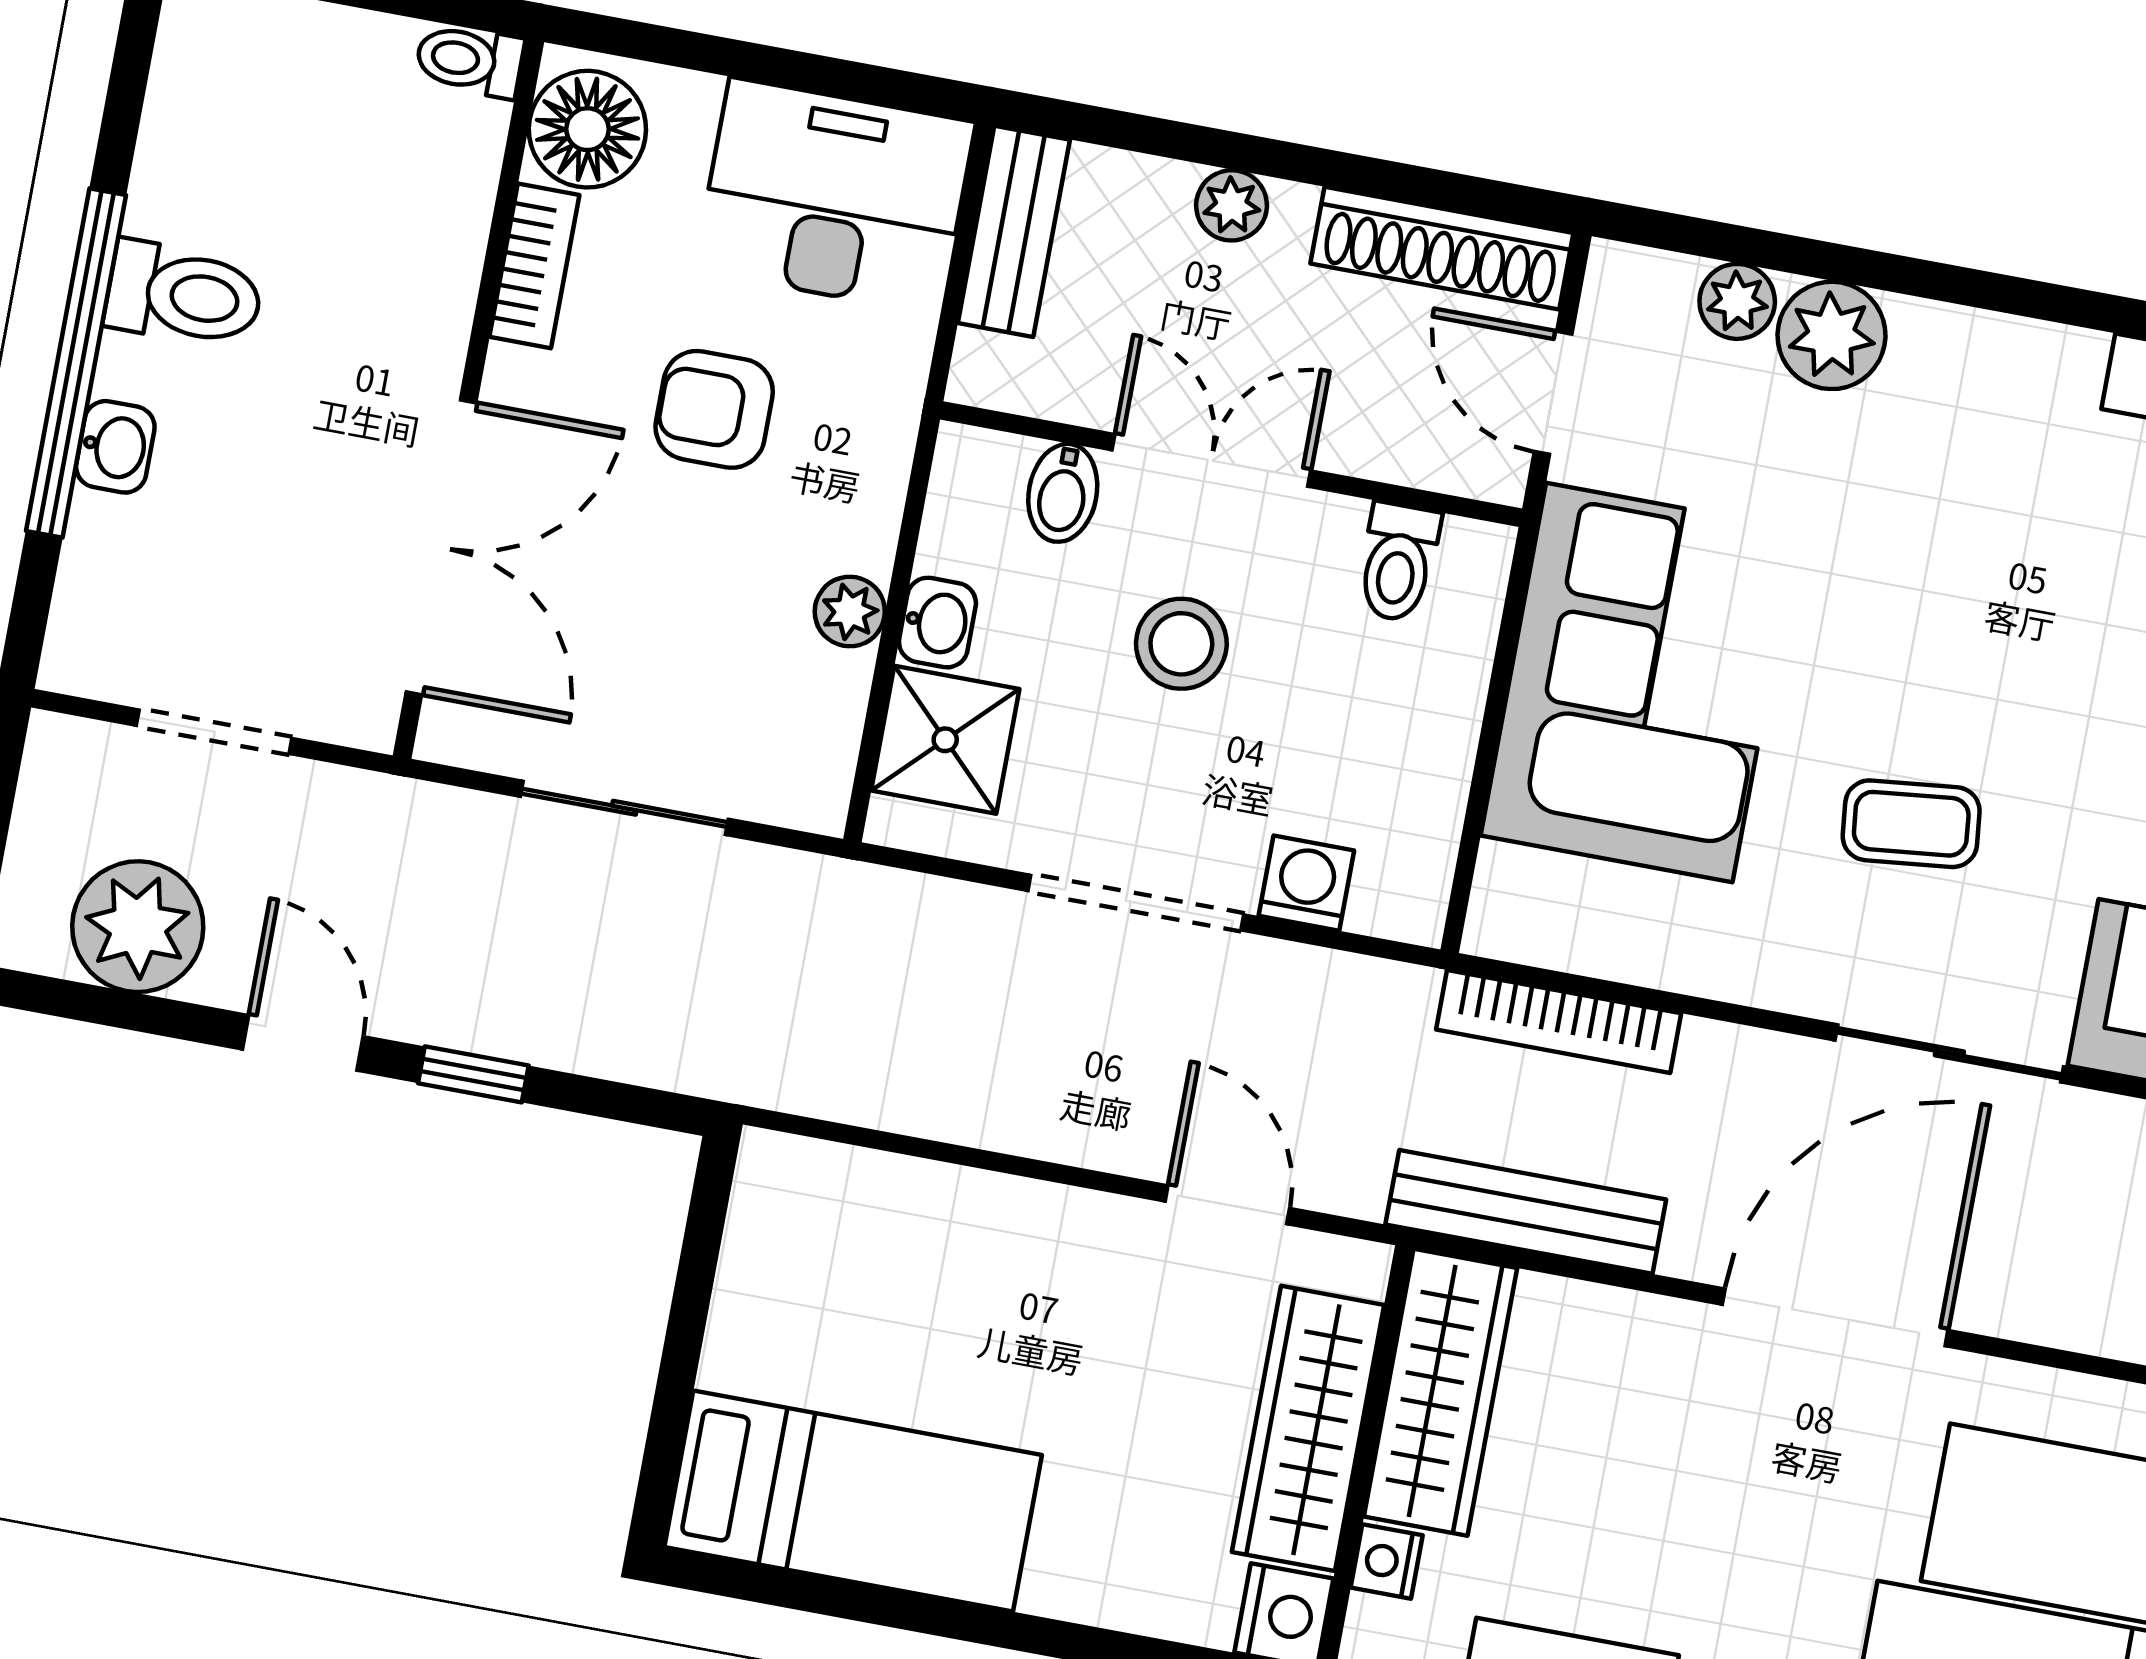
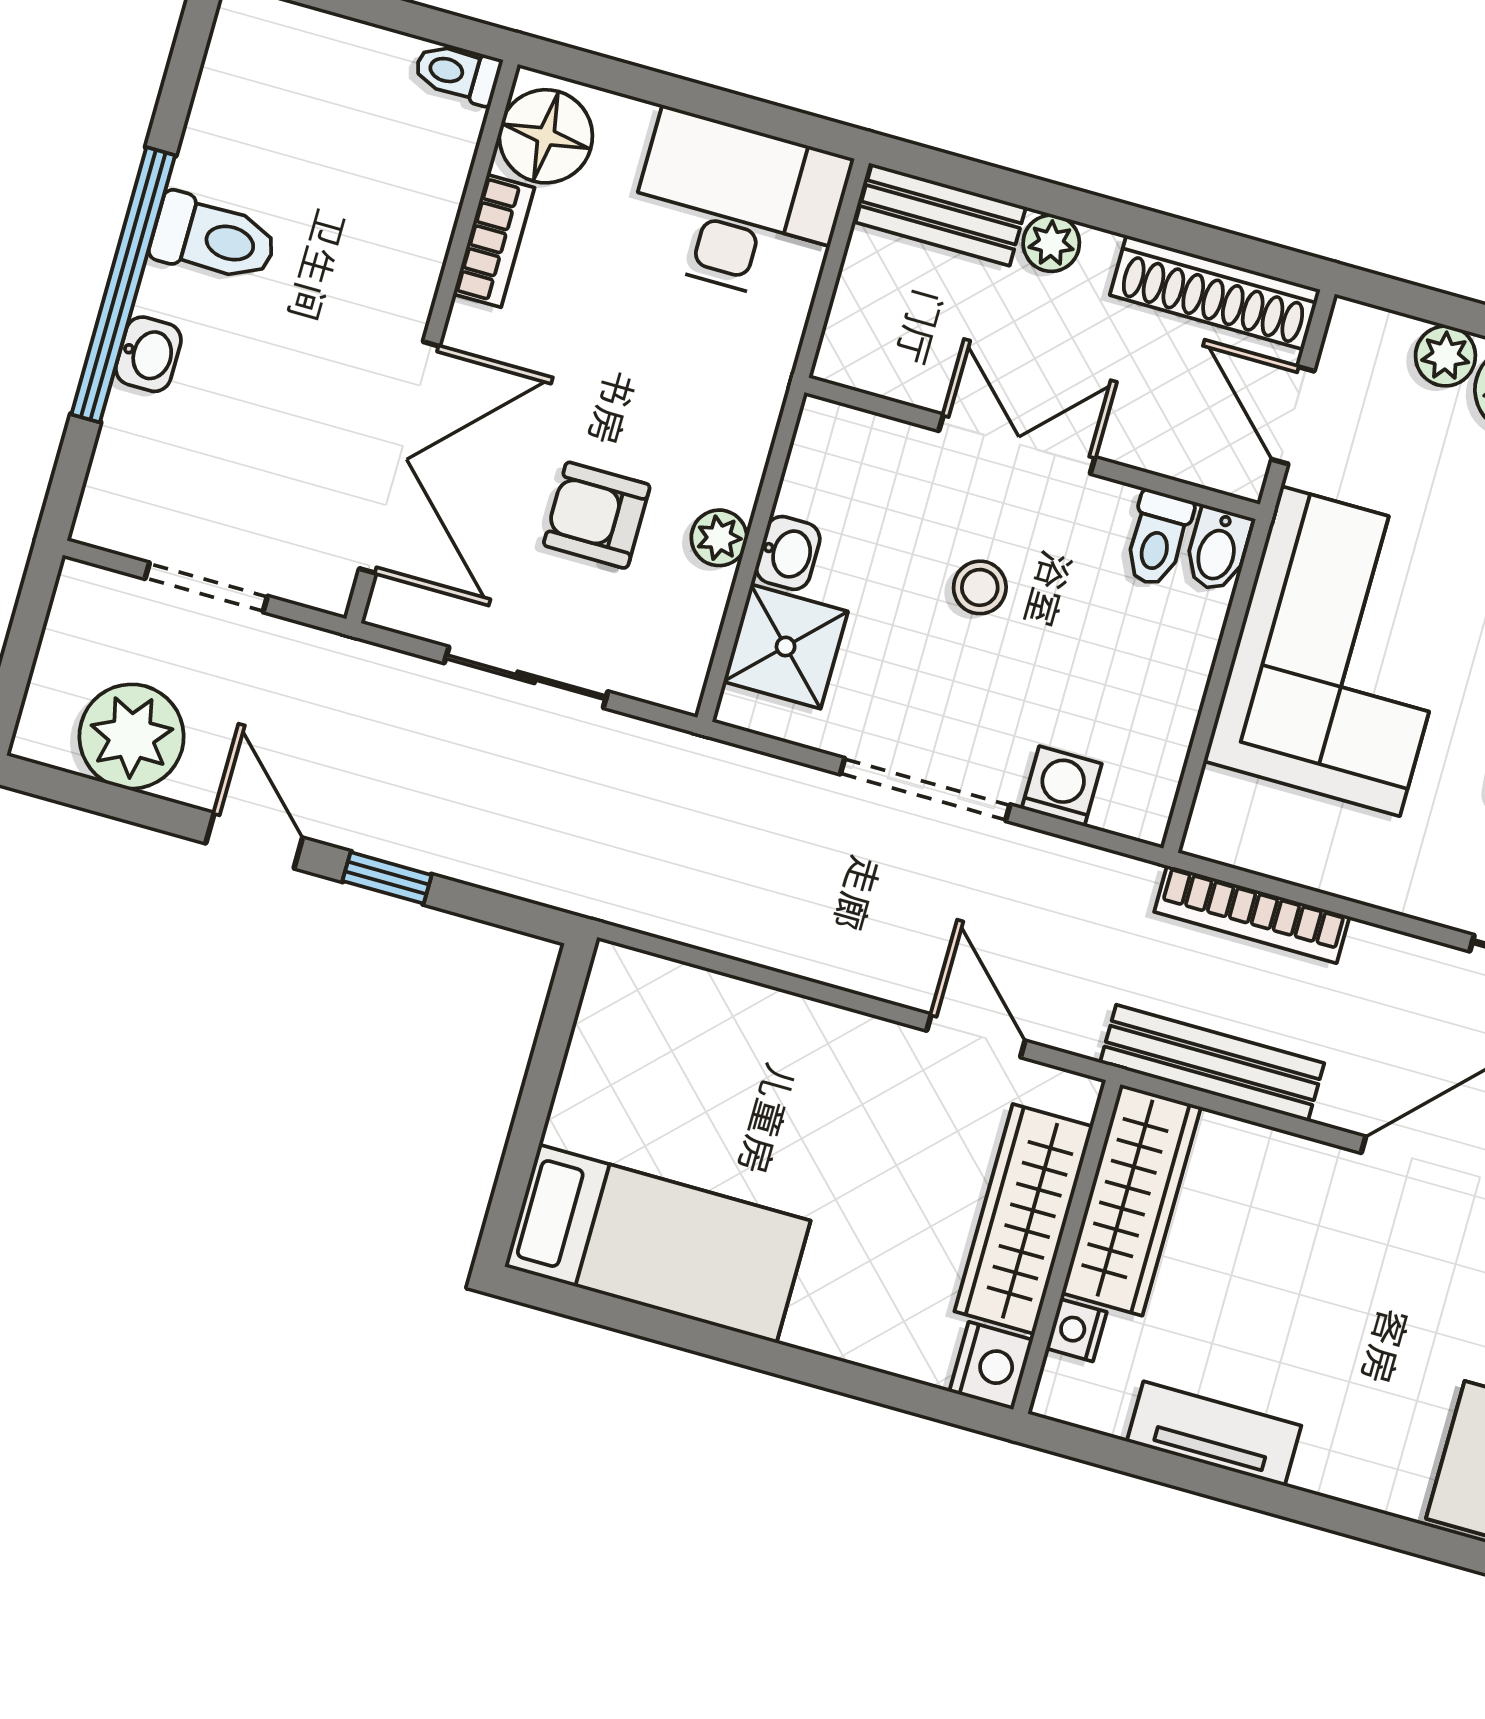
bench: (1014, 231) -> (941, 215), moved, turned 90
armchair: (714, 409) -> (597, 515), moved
bidet: (1063, 493) -> (1218, 549), moved
stool: (1181, 644) -> (980, 587), width x0.73, depth x0.73

